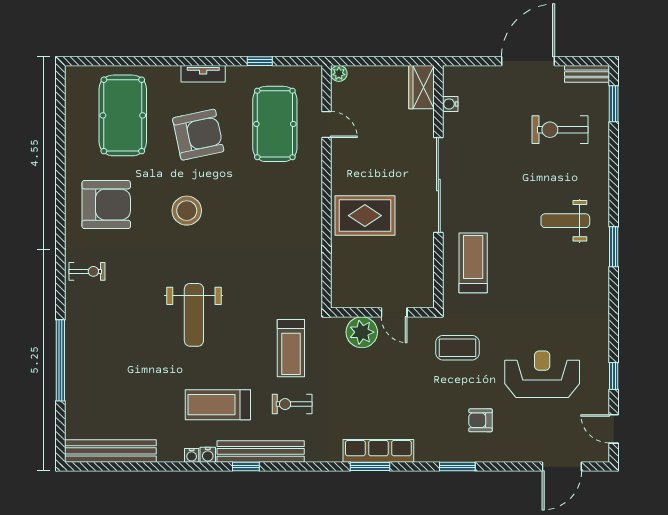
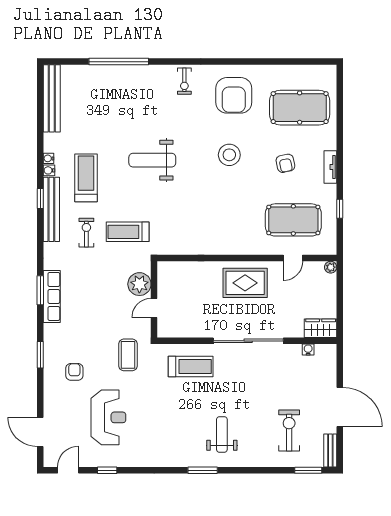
armchair: (198, 135) -> (285, 163), width x0.53, depth x0.53
rug: (365, 216) -> (245, 283), moved, turned 90

